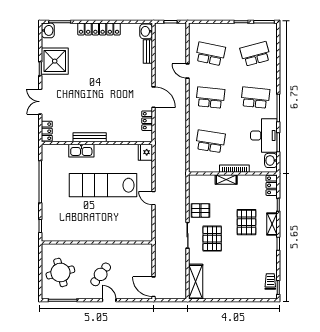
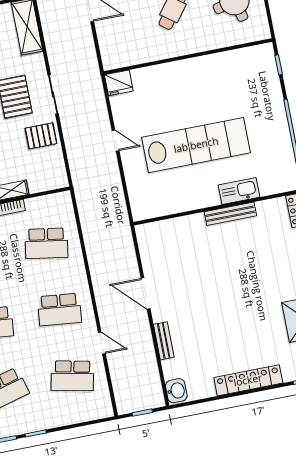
bench: (148, 52) -> (164, 341), moved
locker: (147, 121) -> (148, 256), removed
fridge: (145, 152) -> (119, 83), moved, turned 90

